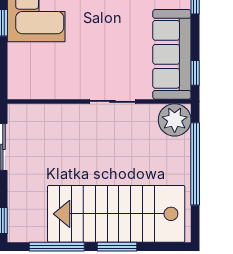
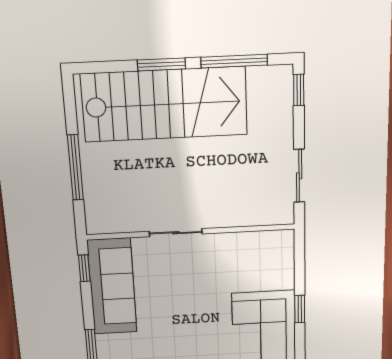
plant: (175, 120) -> (103, 216), removed
window: (195, 164) -> (75, 168), width x0.68

